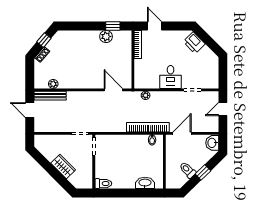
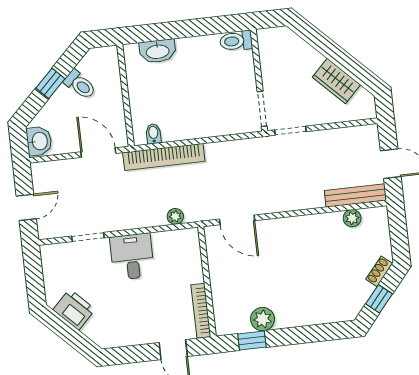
printer: (194, 43) -> (74, 310), moved
door: (182, 133) -> (98, 153), swing flipped
wardrobe: (63, 166) -> (336, 81), moved

